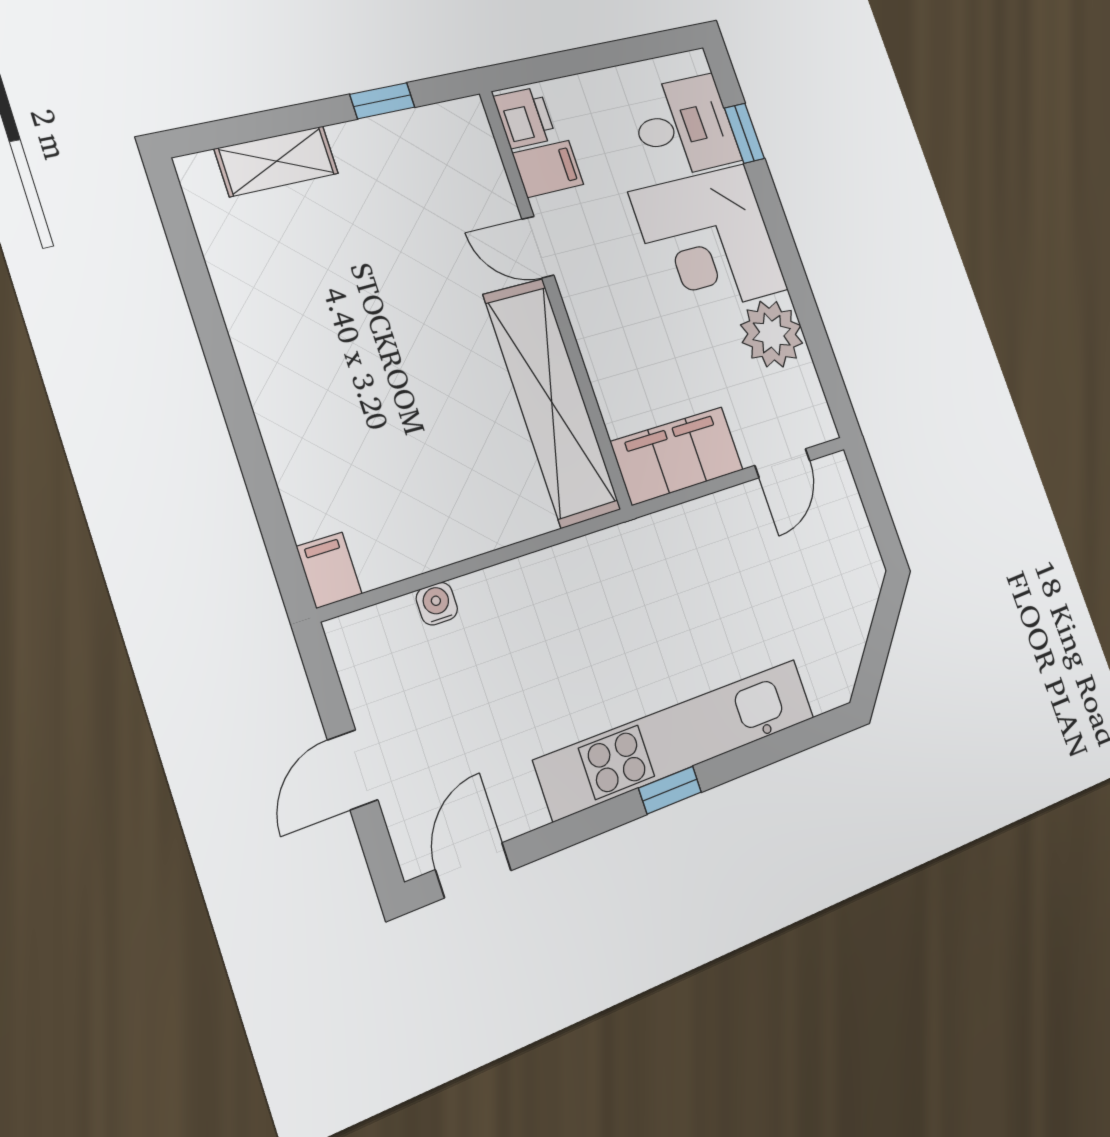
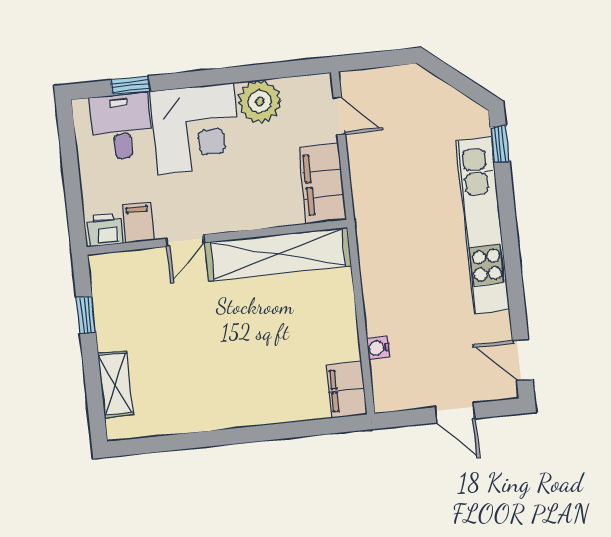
filing cabinet: (329, 570) -> (347, 390), width x2.00
window: (670, 790) -> (500, 144), moved

